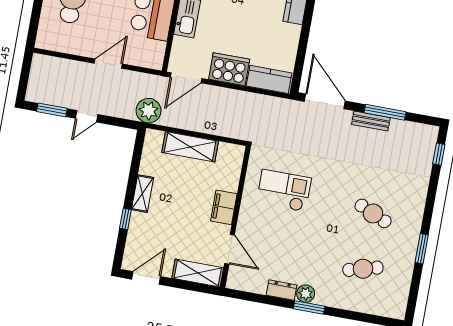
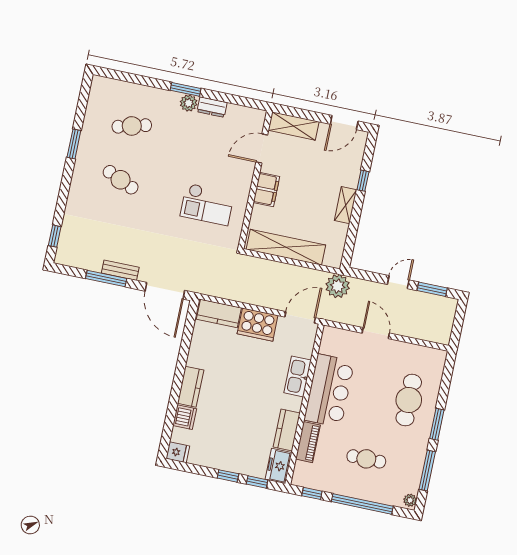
door: (108, 64) -> (376, 333), swing flipped
shelving: (190, 147) -> (286, 247), width x1.47
door: (230, 249) -> (262, 148), hinge flipped

